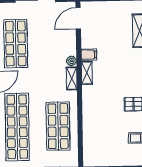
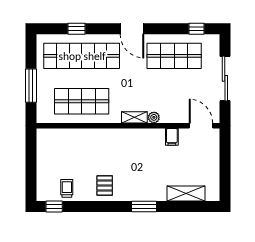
filing cabinet: (89, 54) -> (172, 137), moved
shelving: (87, 73) -> (140, 134), removed

